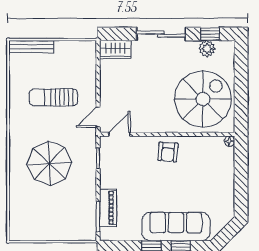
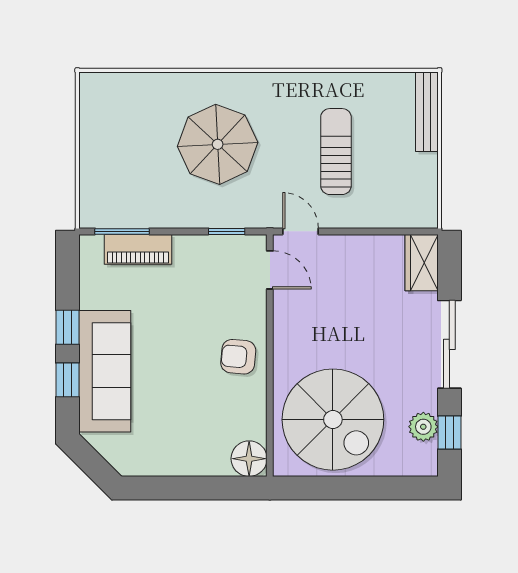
floor lamp: (229, 141) -> (249, 459), width x1.89, depth x1.89

